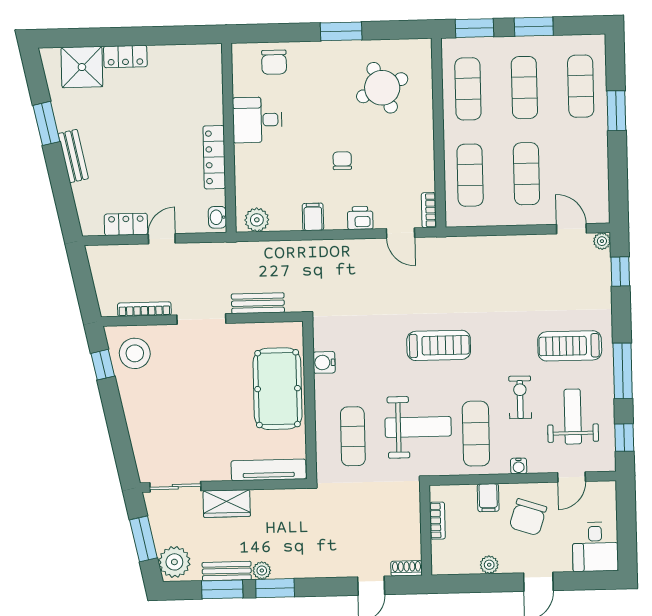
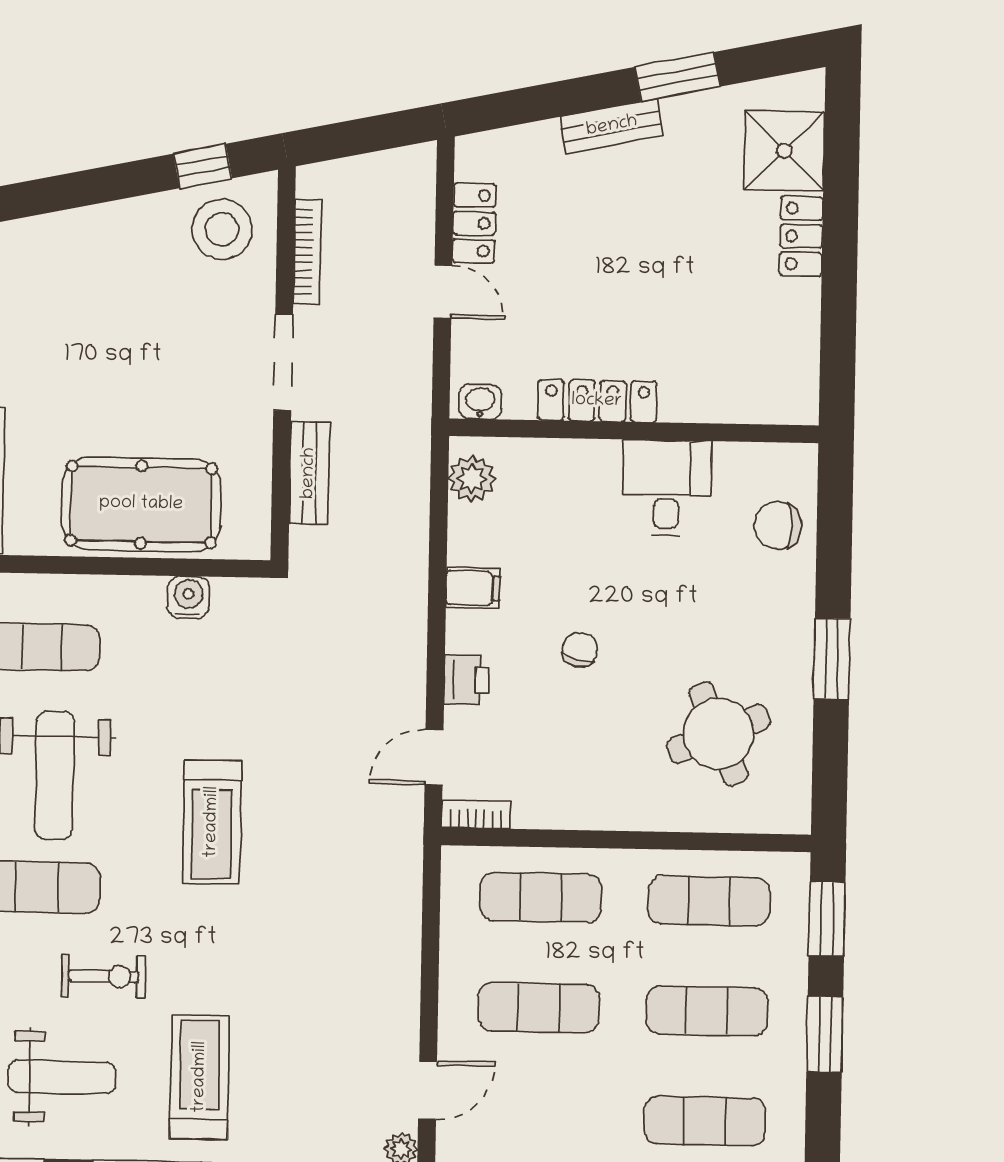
chair: (342, 161) -> (580, 650), turned -76

